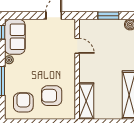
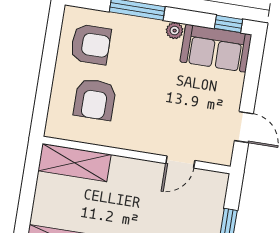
armchair: (52, 96) -> (95, 99), turned 180

